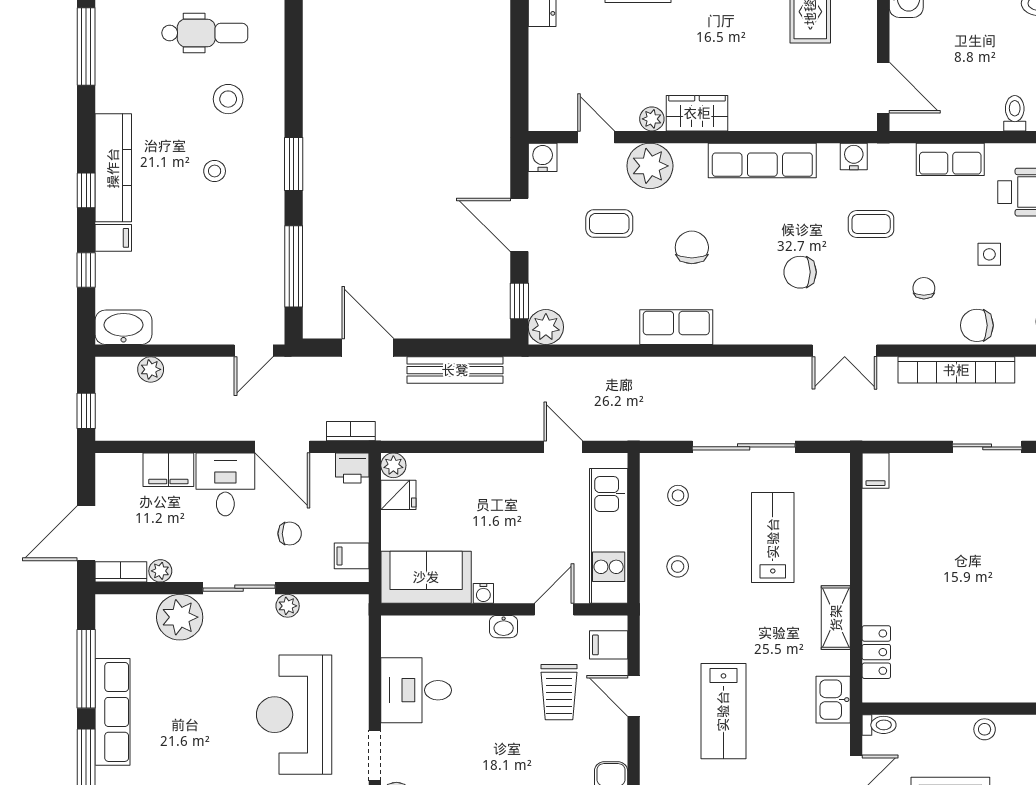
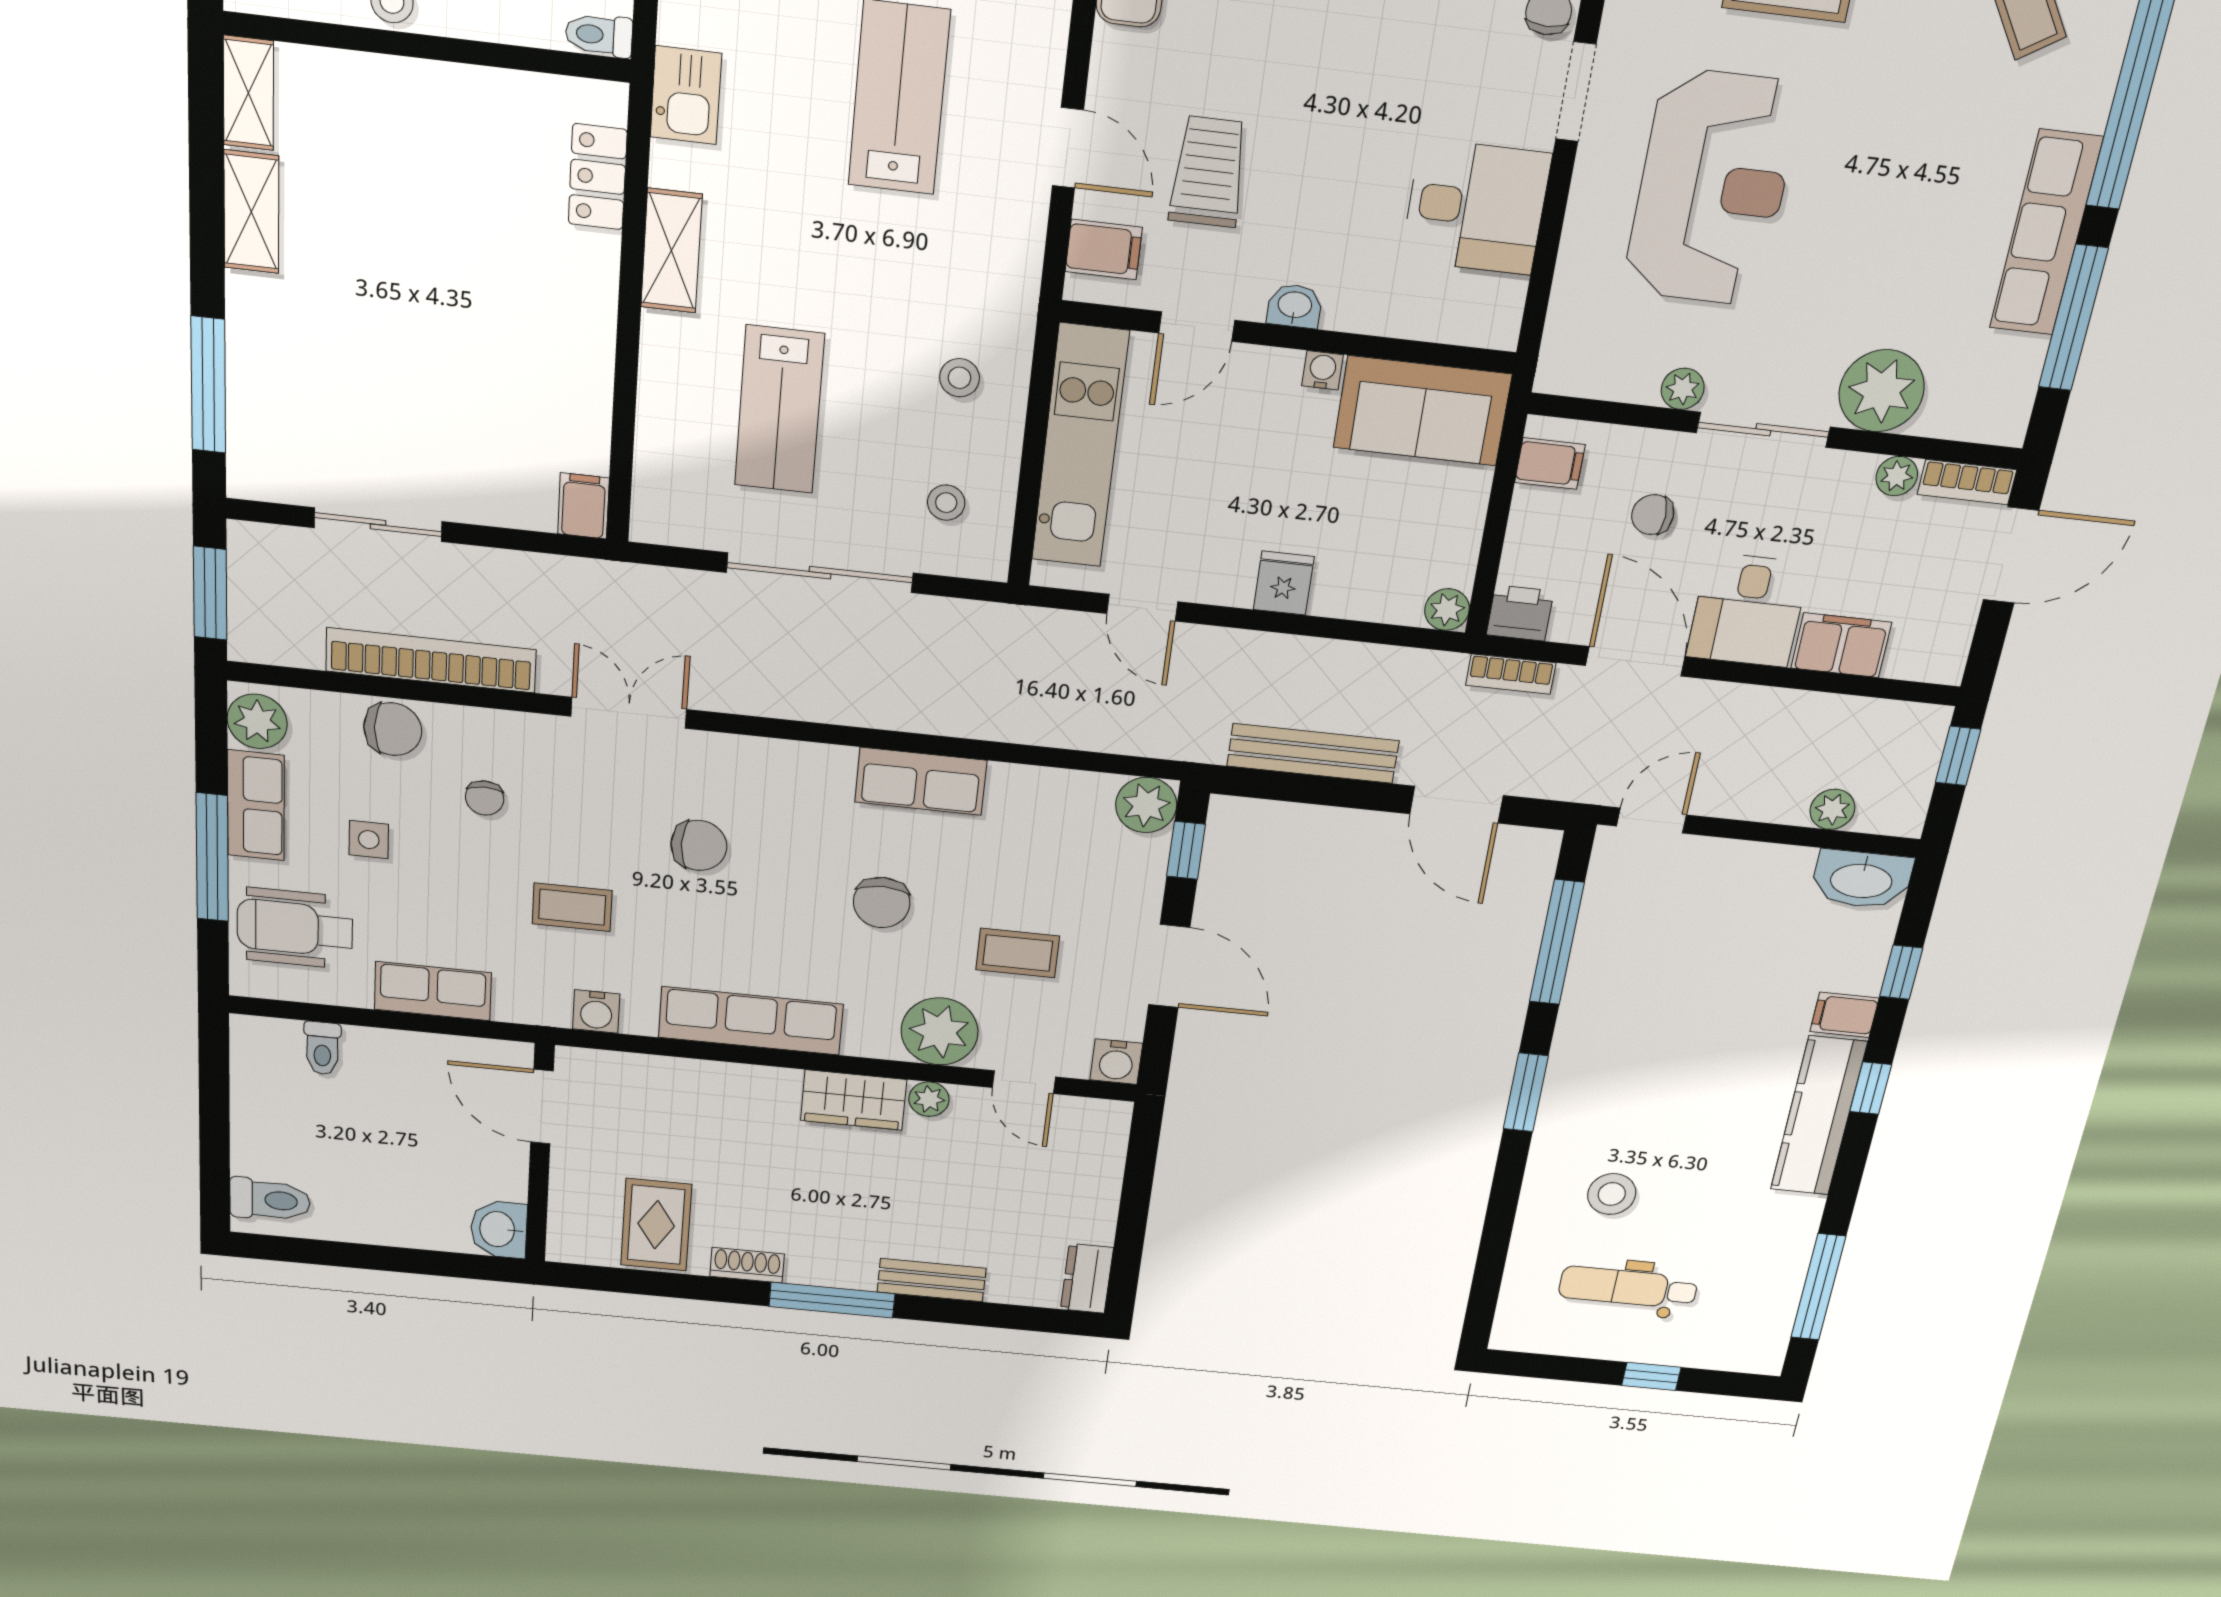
stool: (215, 171) -> (1656, 1095), removed
fridge: (398, 495) -> (1284, 583), moved, turned 90

